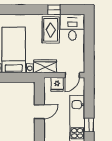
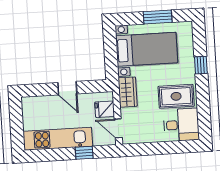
window: (54, 10) -> (201, 65), moved
window: (89, 125) -> (84, 153), moved

